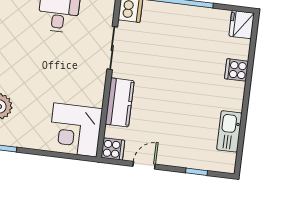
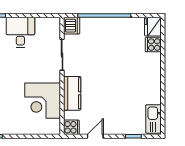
cooker: (237, 70) -> (153, 45), moved
corner desk: (75, 130) -> (43, 101), moved
kitchen sink: (229, 131) -> (153, 119), moved

